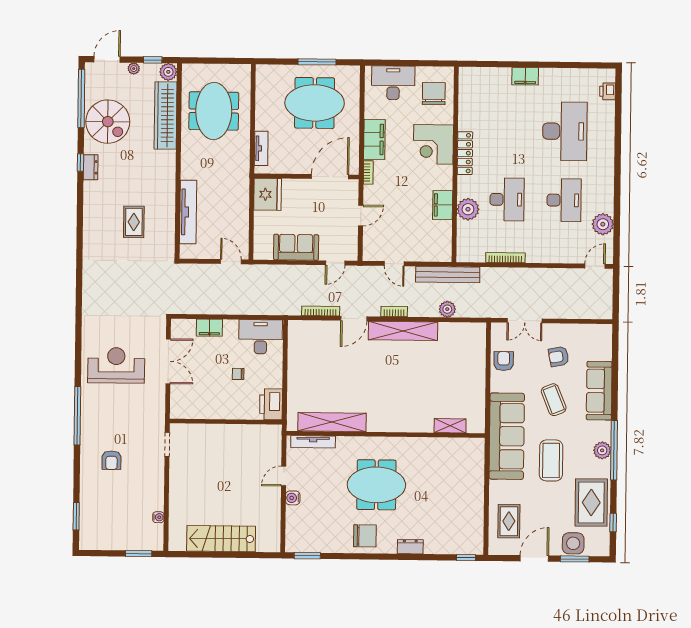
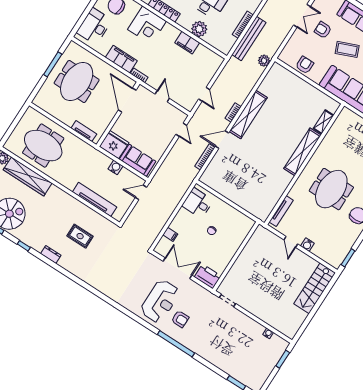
dresser: (91, 167) -> (51, 255), moved
water cooler: (242, 213) -> (115, 167), added
sofa: (296, 247) -> (138, 160), moved, turned 90
door: (394, 264) -> (204, 94), hinge flipped
bench: (448, 275) -> (249, 38), moved
plant: (447, 309) -> (264, 61), moved
door: (354, 319) -> (222, 140), swing flipped
double door: (525, 321) -> (302, 16), moved
filing cabinet: (209, 328) -> (170, 234), width x0.50
desk: (260, 337) -> (198, 203), width x0.73
armchair: (559, 357) -> (323, 30), turned 101
armchair: (504, 361) -> (305, 65), turned 90
reception desk: (116, 365) -> (160, 301), turned 180
printer: (271, 404) -> (208, 276), moved, turned 180
shelving: (332, 422) -> (302, 152), moved
armchair: (111, 460) -> (180, 319), moved
stairs: (221, 539) -> (315, 288), moved

